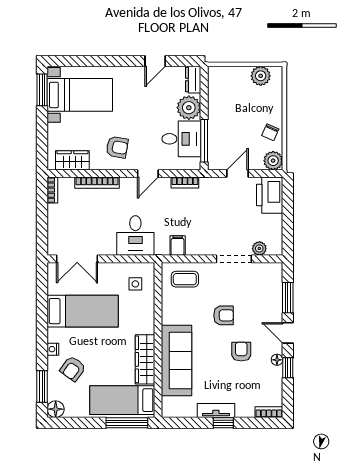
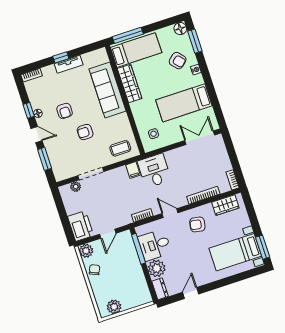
door: (148, 174) -> (170, 213), hinge flipped
desk: (135, 236) -> (154, 171), moved
armchair: (73, 369) -> (178, 61), turned 102

